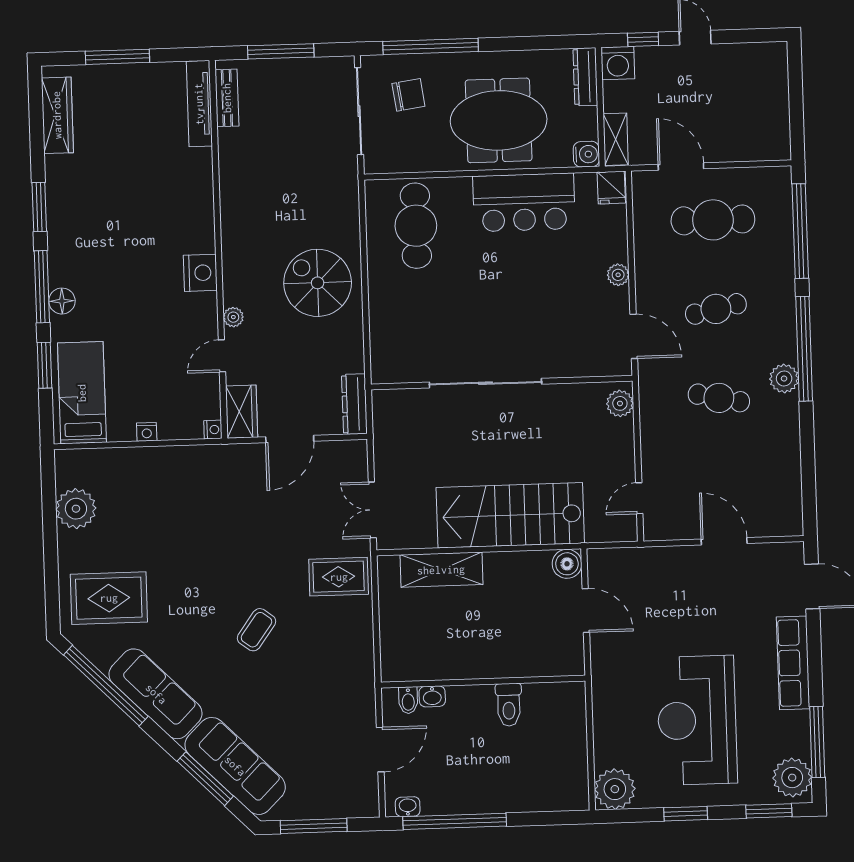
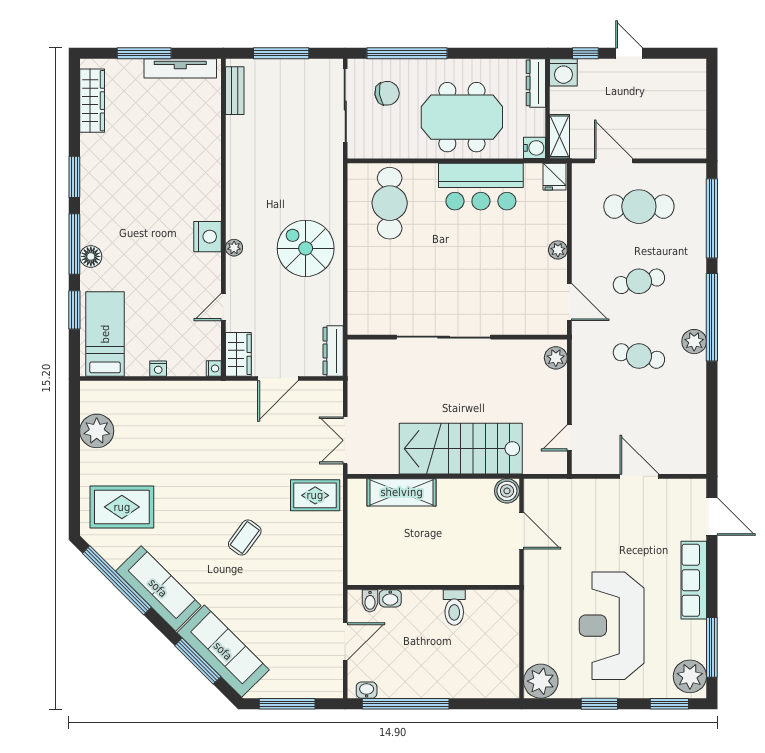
tv unit: (199, 104) -> (180, 68), moved, turned -90
plant: (233, 317) -> (234, 248), moved

